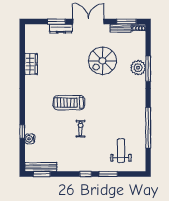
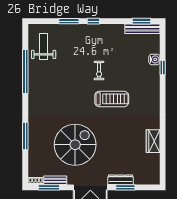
spiral stairs: (102, 61) -> (75, 145), width x1.37, depth x1.37
plant: (138, 68) -> (36, 137), removed
weight bench: (121, 151) -> (44, 47), moved, turned 180

